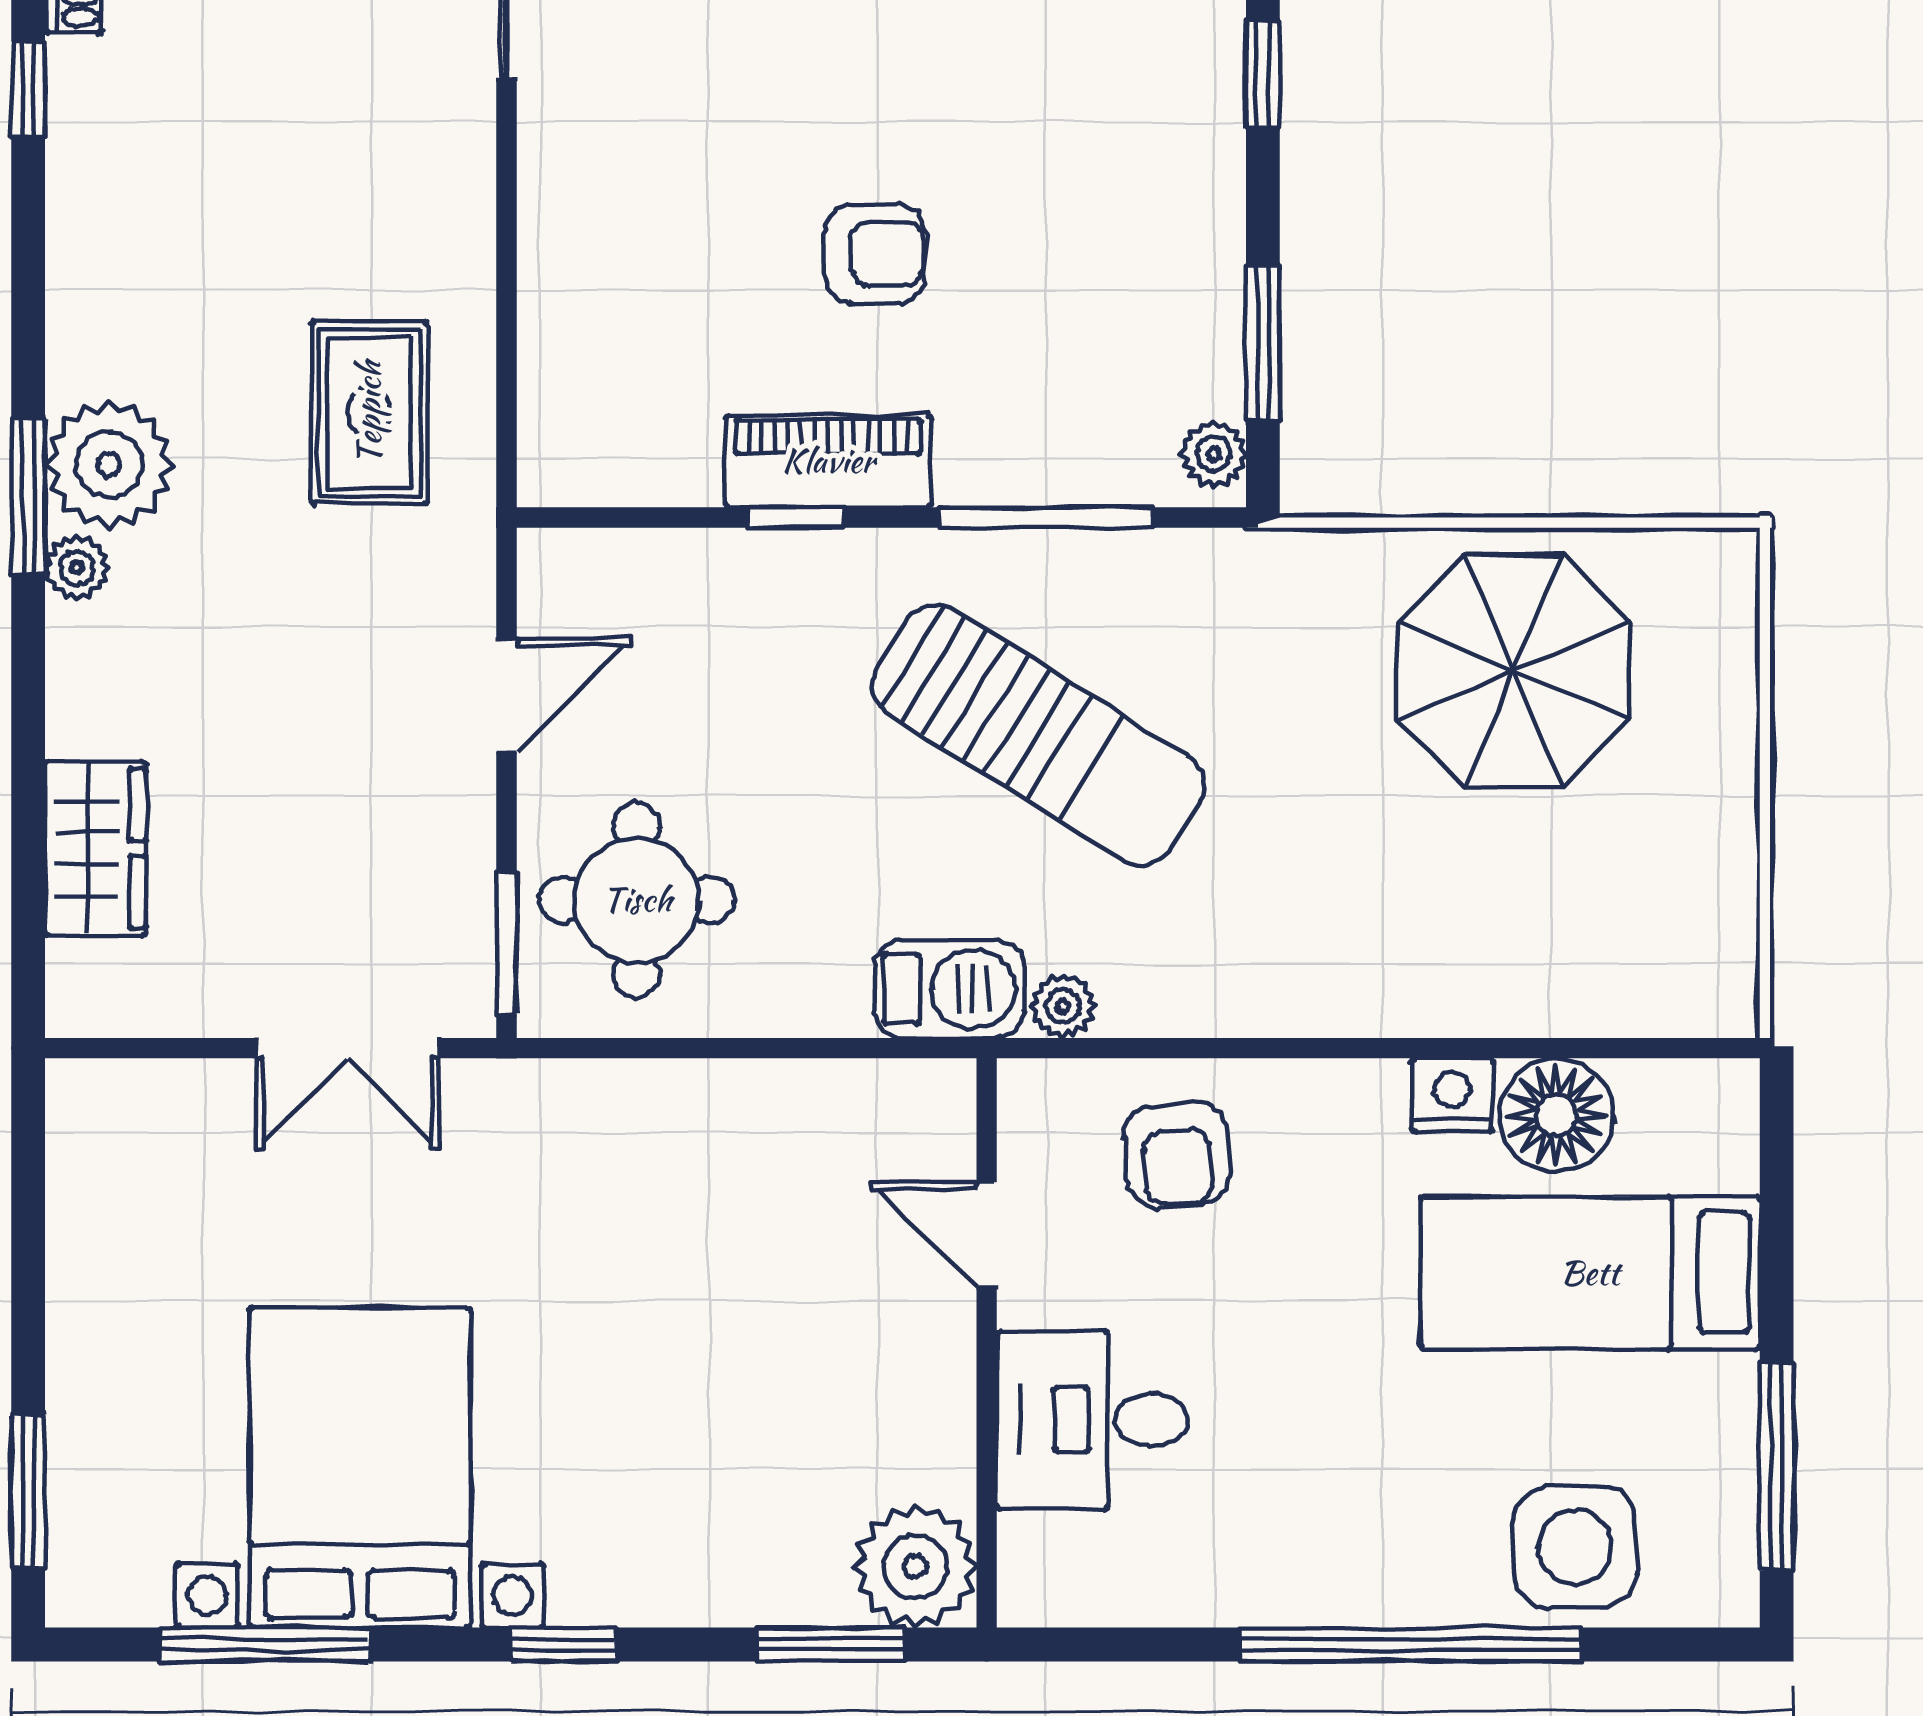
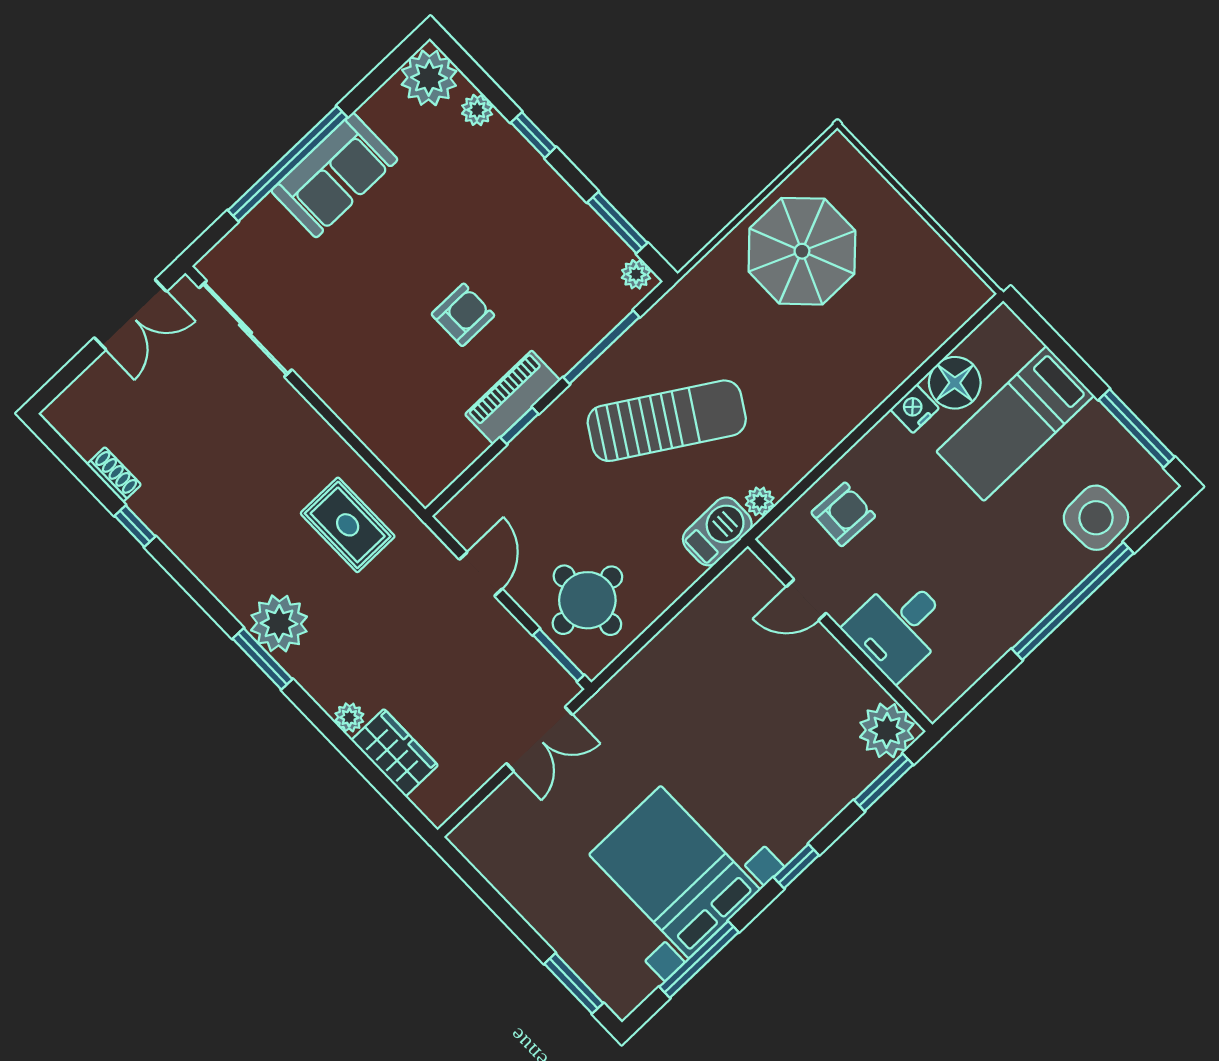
plant: (77, 568) -> (349, 717), moved
armchair: (1177, 1155) -> (843, 514), turned -83

